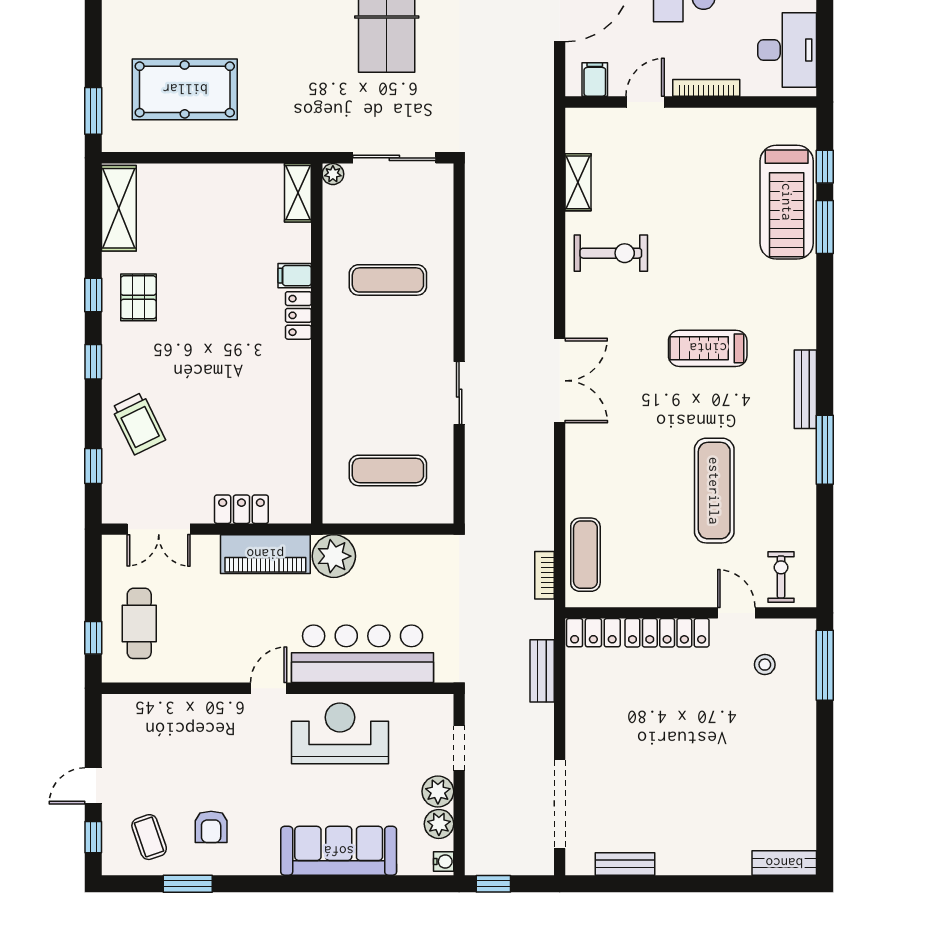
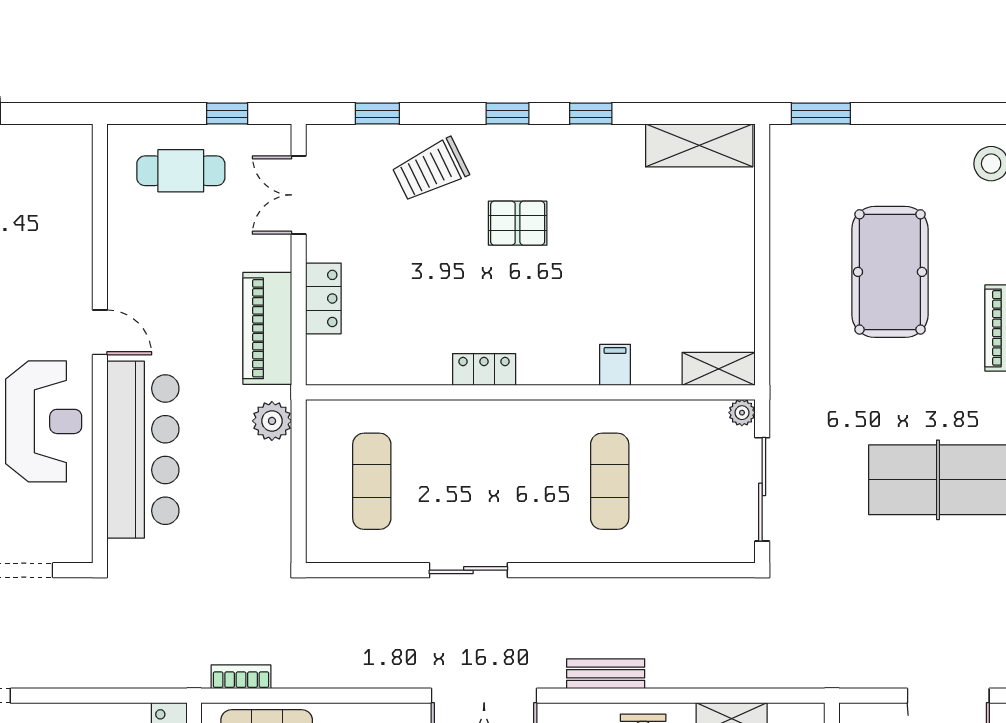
pool table: (185, 89) -> (890, 272), moved
pallet: (138, 297) -> (518, 223), moved
locker: (298, 315) -> (484, 370), moved
plant: (334, 556) -> (272, 421), width x0.73, depth x0.73
window: (93, 638) -> (227, 114), moved
bench: (542, 671) -> (606, 674), moved

